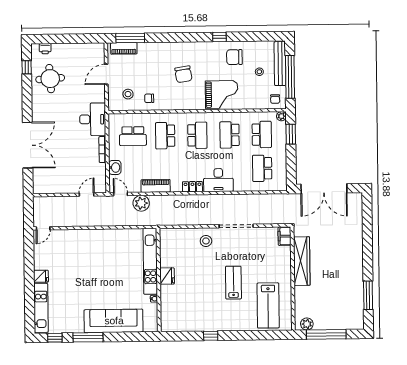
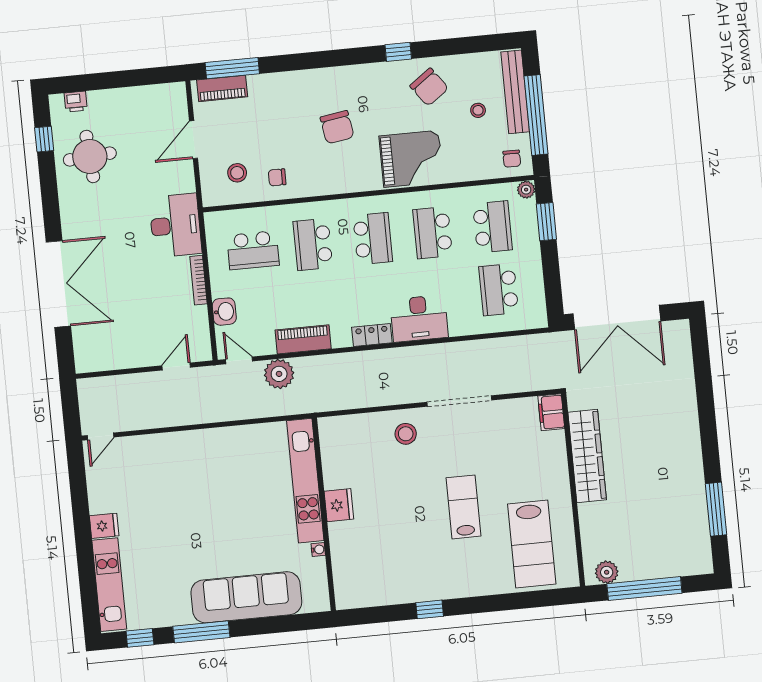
chair: (234, 57) -> (429, 87), turned -126

